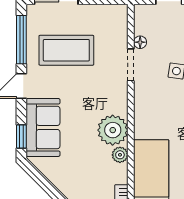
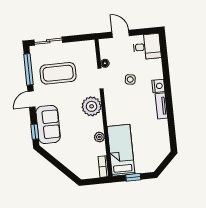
plant: (113, 130) -> (92, 106), moved

